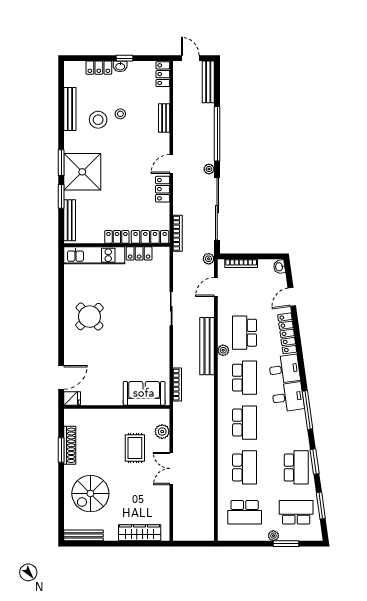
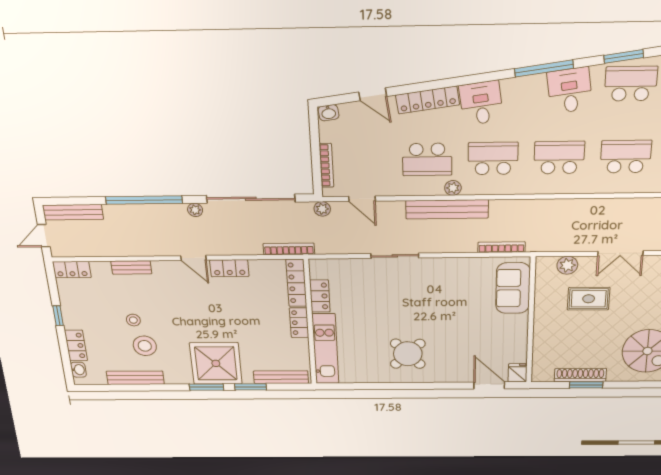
washbasin: (120, 66) -> (78, 370), moved
desk: (288, 397) -> (570, 90), moved

